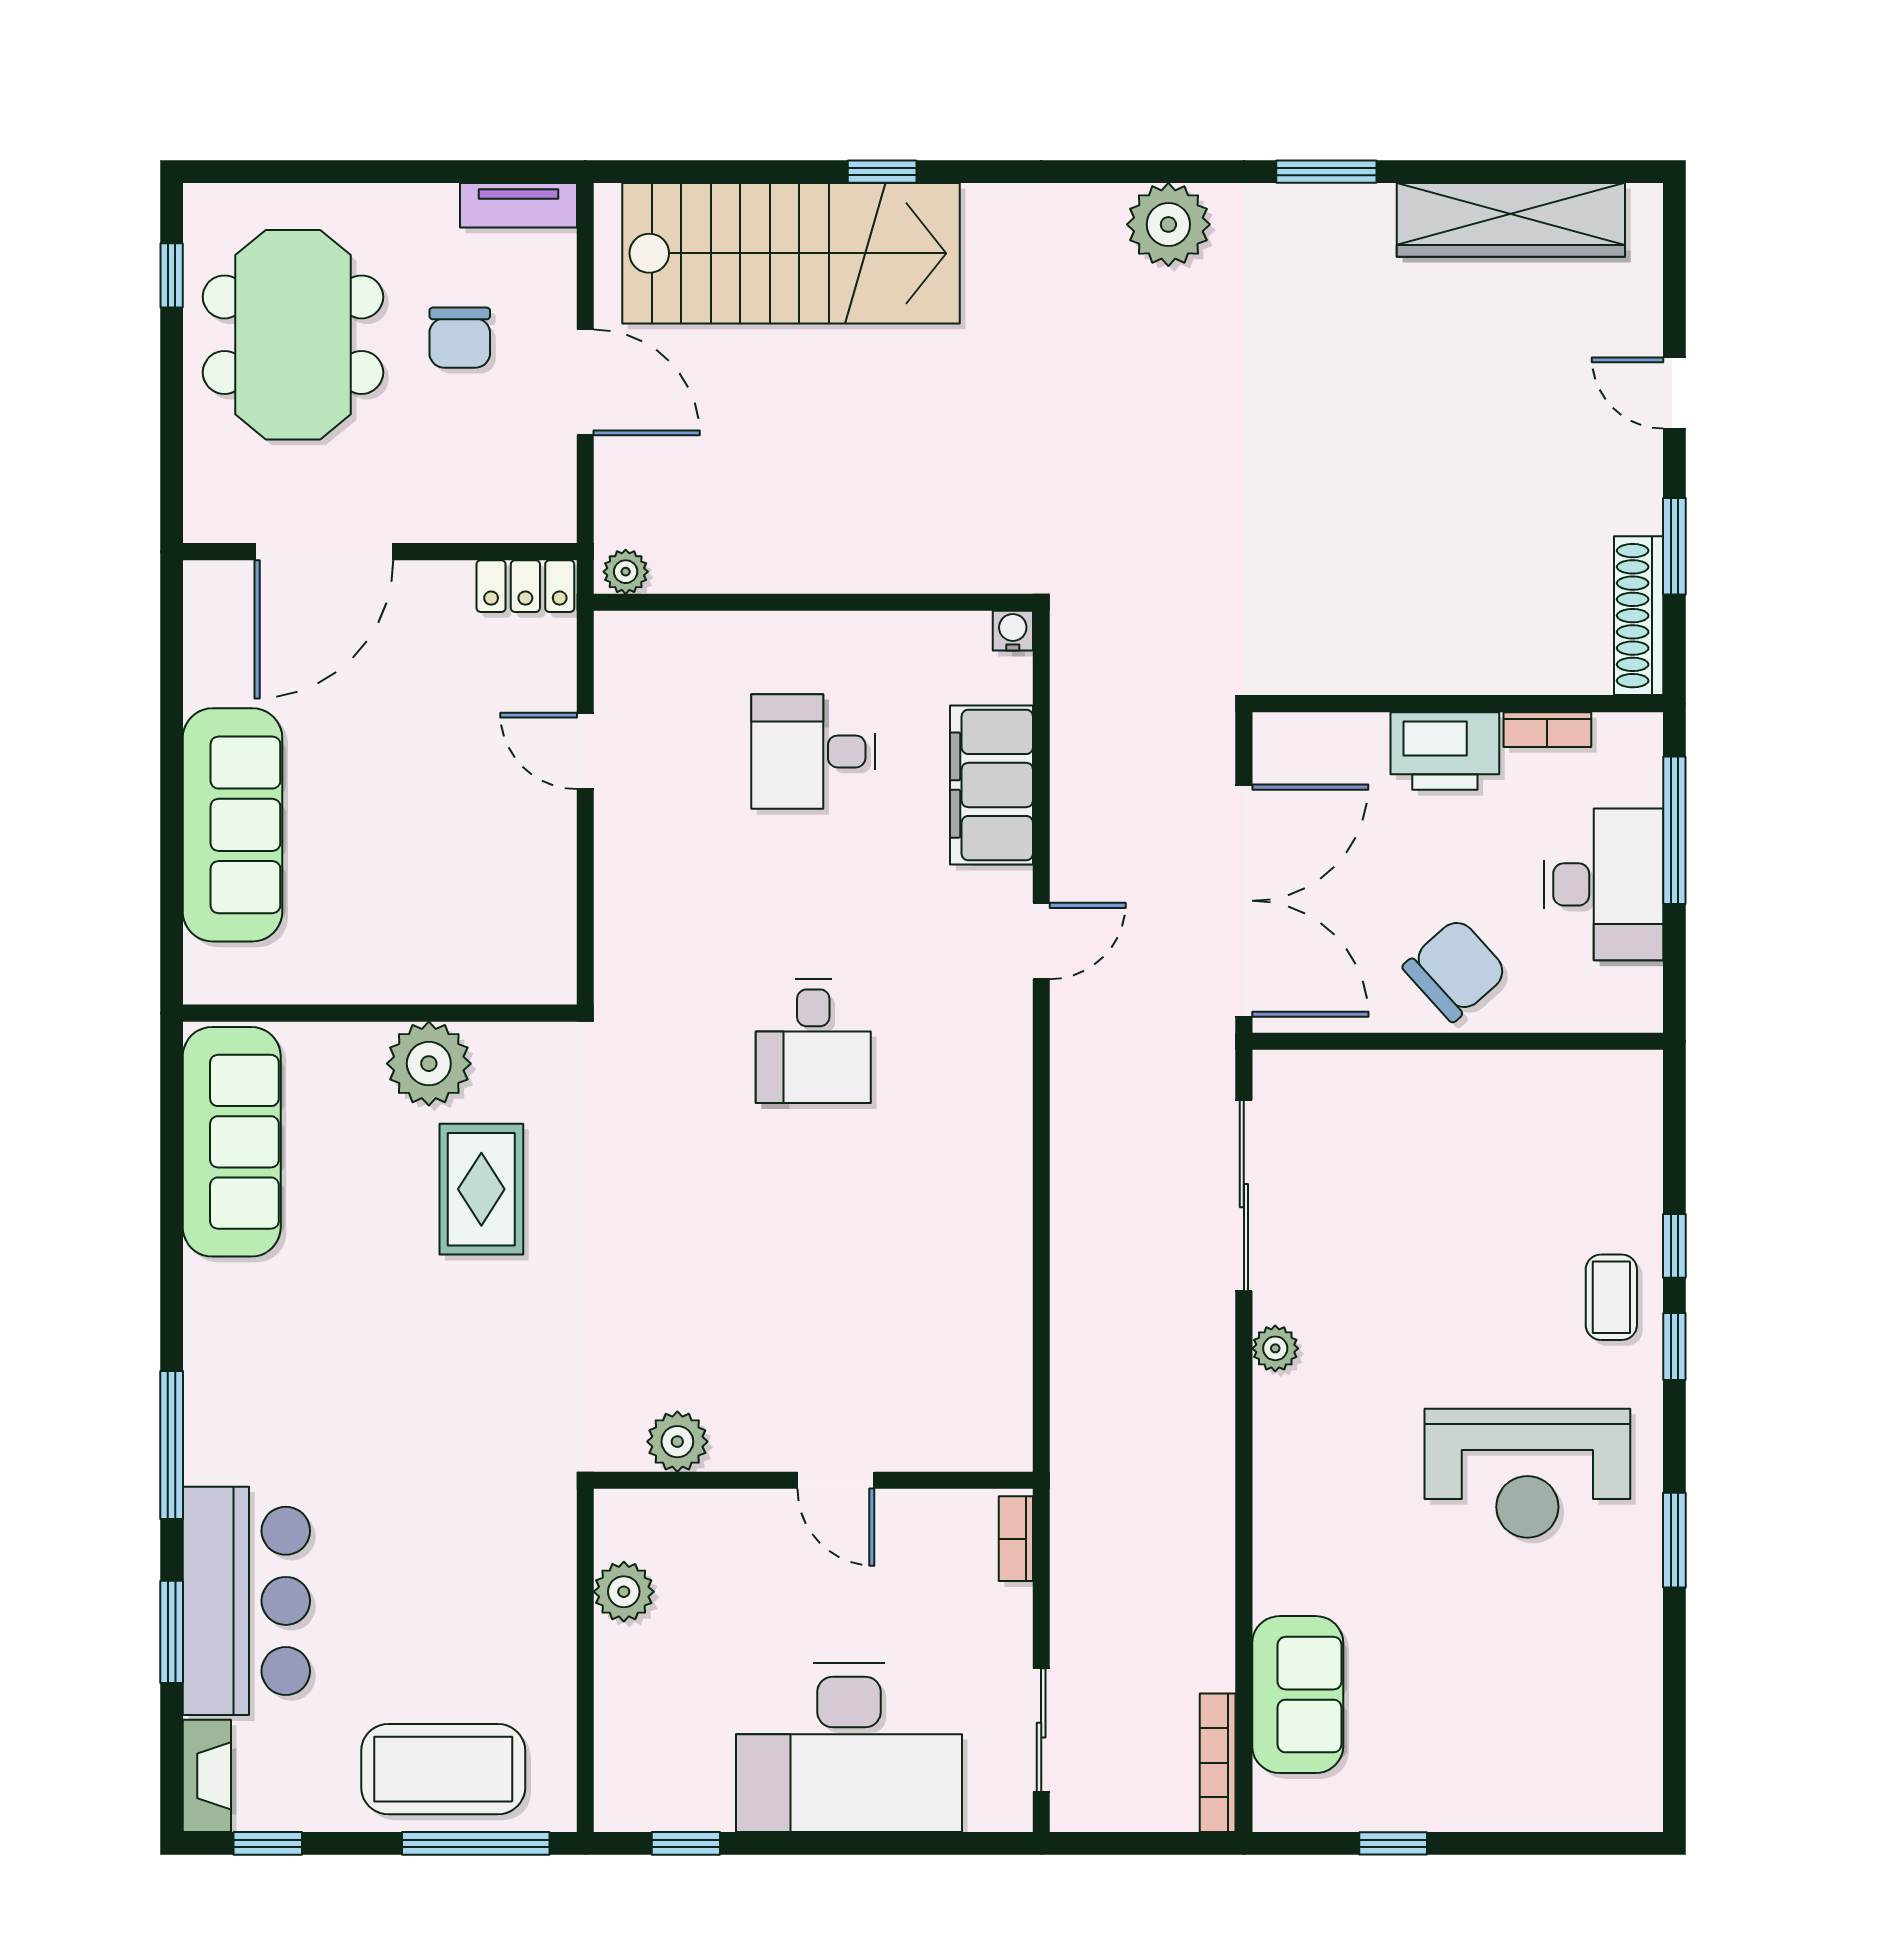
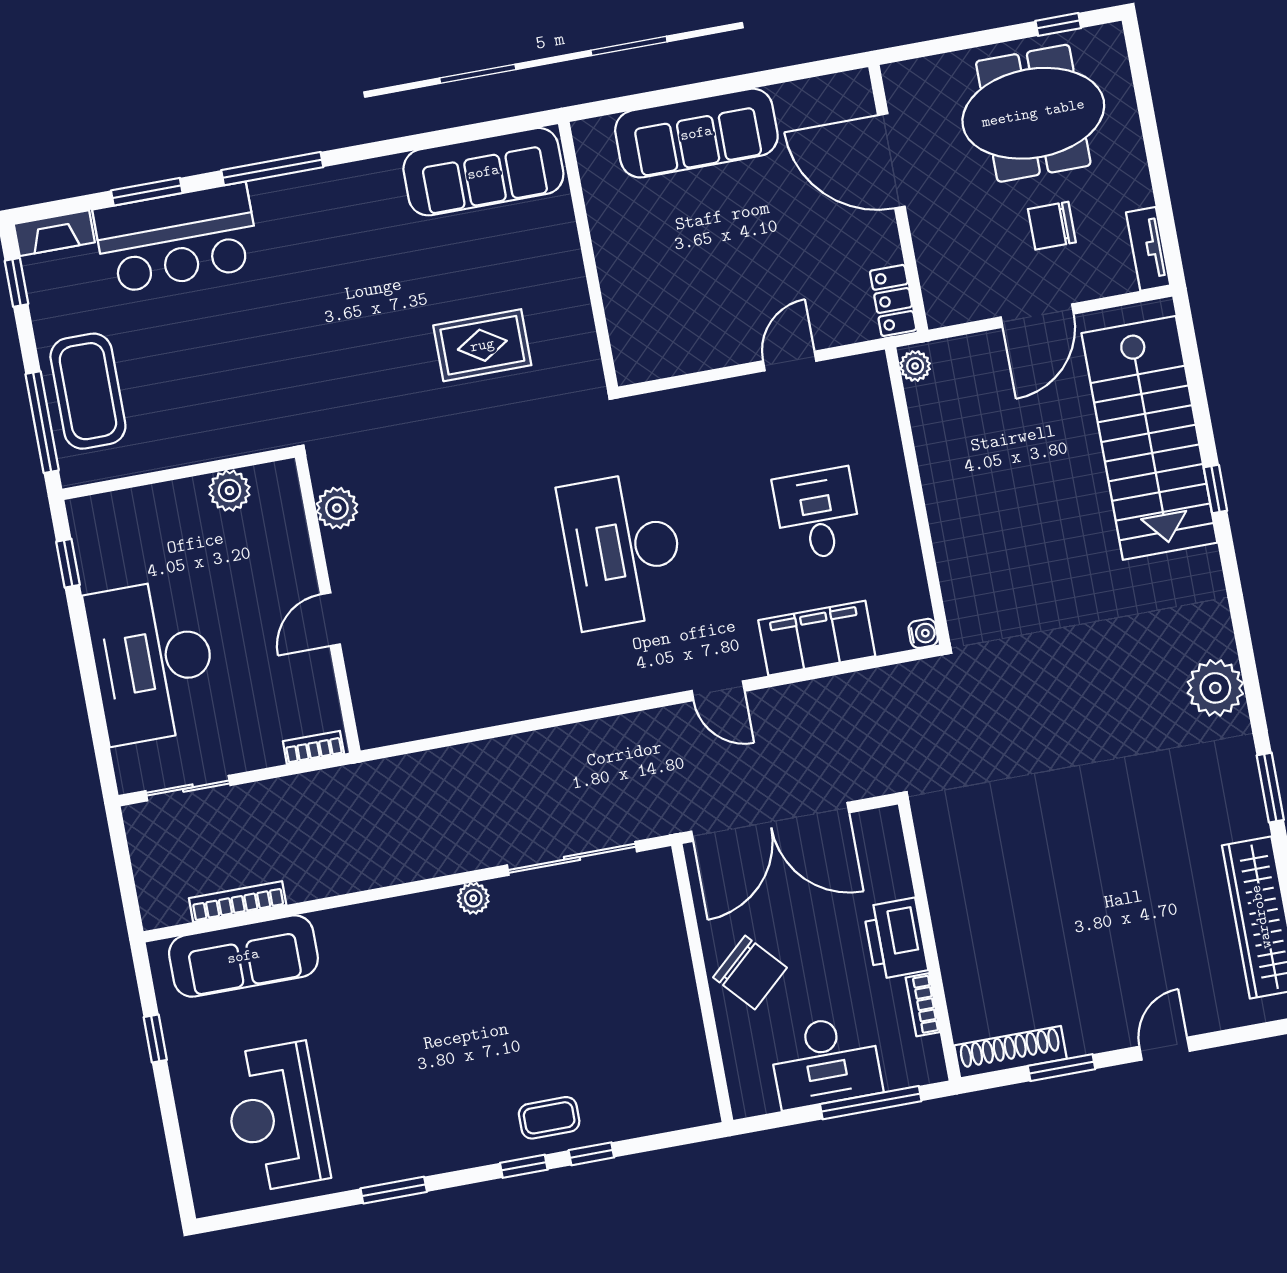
desk: (813, 1041) -> (623, 550), width x1.87, depth x1.30
plant: (429, 1064) -> (560, 294), removed
reception desk: (1527, 1473) -> (275, 1117), moved
sofa: (1298, 1695) -> (243, 956), width x1.36
bookcase: (1218, 1763) -> (238, 902), moved

